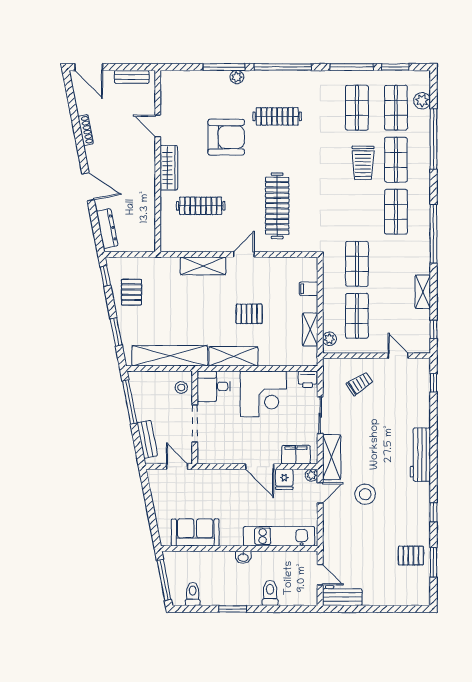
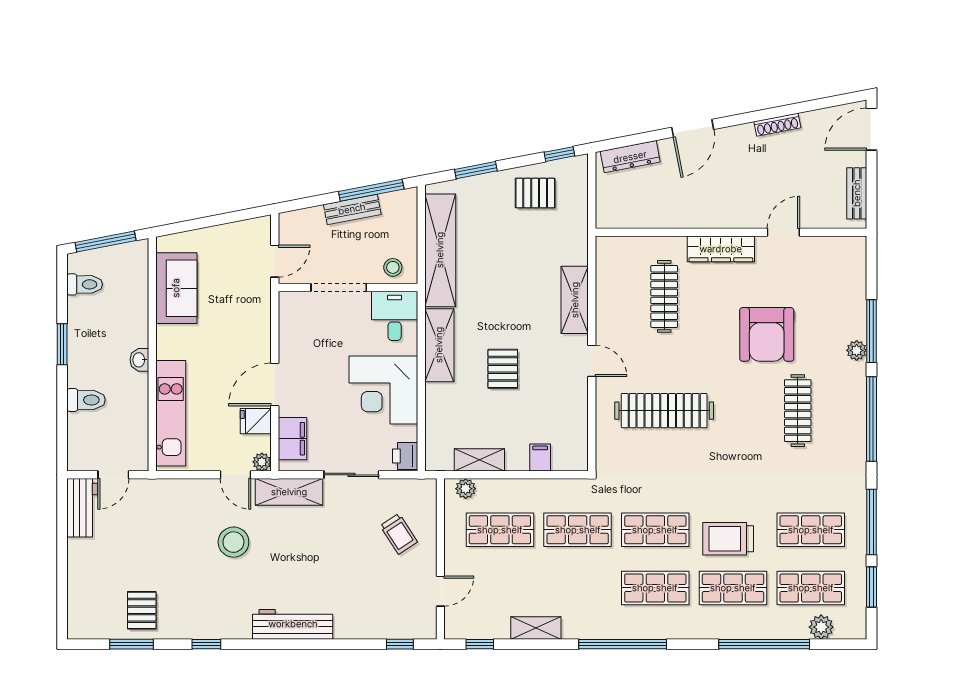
shop shelf: (357, 212) -> (655, 530), added
bench: (147, 439) -> (352, 209), moved

